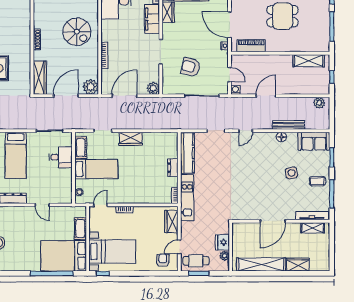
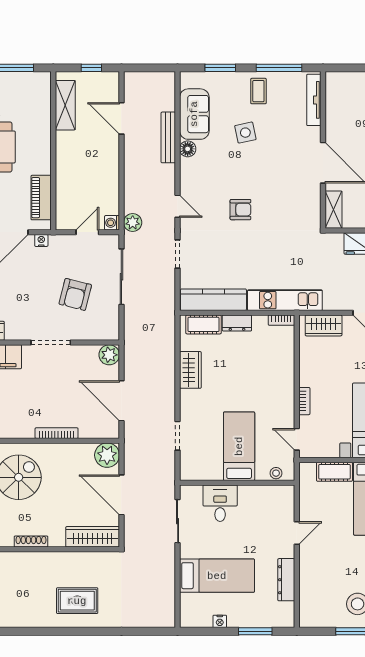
door: (266, 96) -> (121, 118), moved
plant: (319, 103) -> (133, 222), moved
wardrobe: (131, 139) -> (190, 370), moved
sofa: (314, 141) -> (194, 114), moved
cot: (81, 148) -> (203, 324), moved
armchair: (244, 170) -> (240, 210), added
shelving: (313, 228) -> (333, 210), moved

